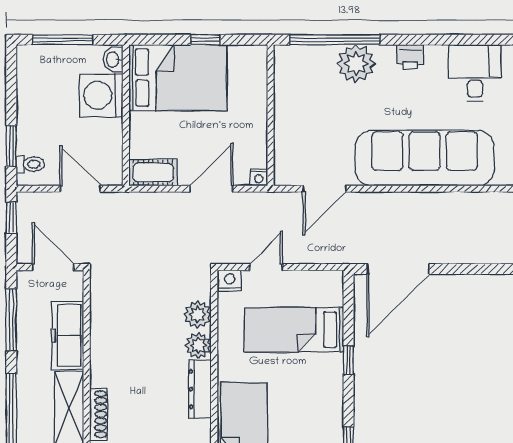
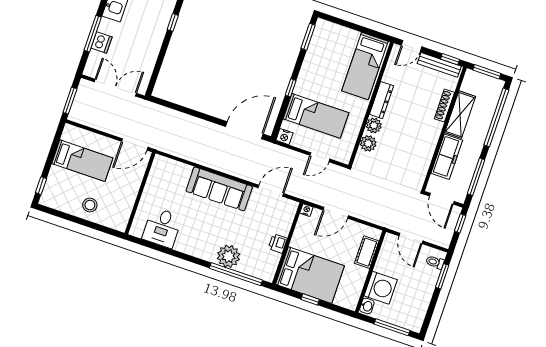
printer: (410, 57) -> (278, 243), moved, turned -90
bed: (178, 78) -> (310, 275), moved, turned 180
sofa: (425, 158) -> (219, 189), width x0.74, depth x0.79
cot: (153, 173) -> (367, 252), moved, turned 90
window: (11, 218) -> (460, 223), moved
nightstand: (230, 281) -> (284, 137), moved

